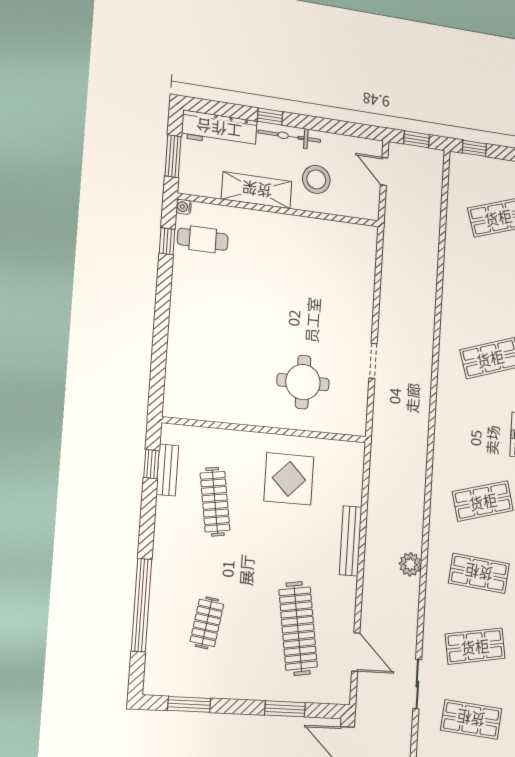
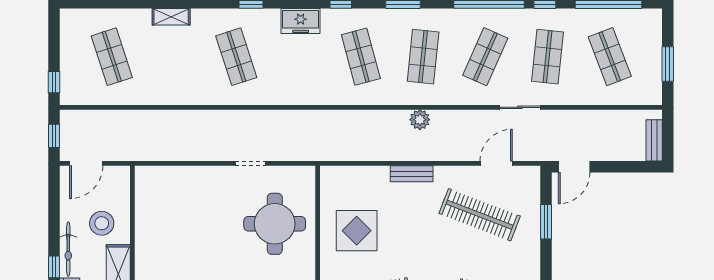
door: (384, 171) -> (86, 163), width x1.38
round table: (303, 382) -> (275, 224), width x1.36, depth x1.36
bench: (351, 541) -> (412, 174), width x0.73
clothes rail: (298, 628) -> (480, 215), turned 30
shop shelf: (475, 646) -> (485, 57), turned 33

